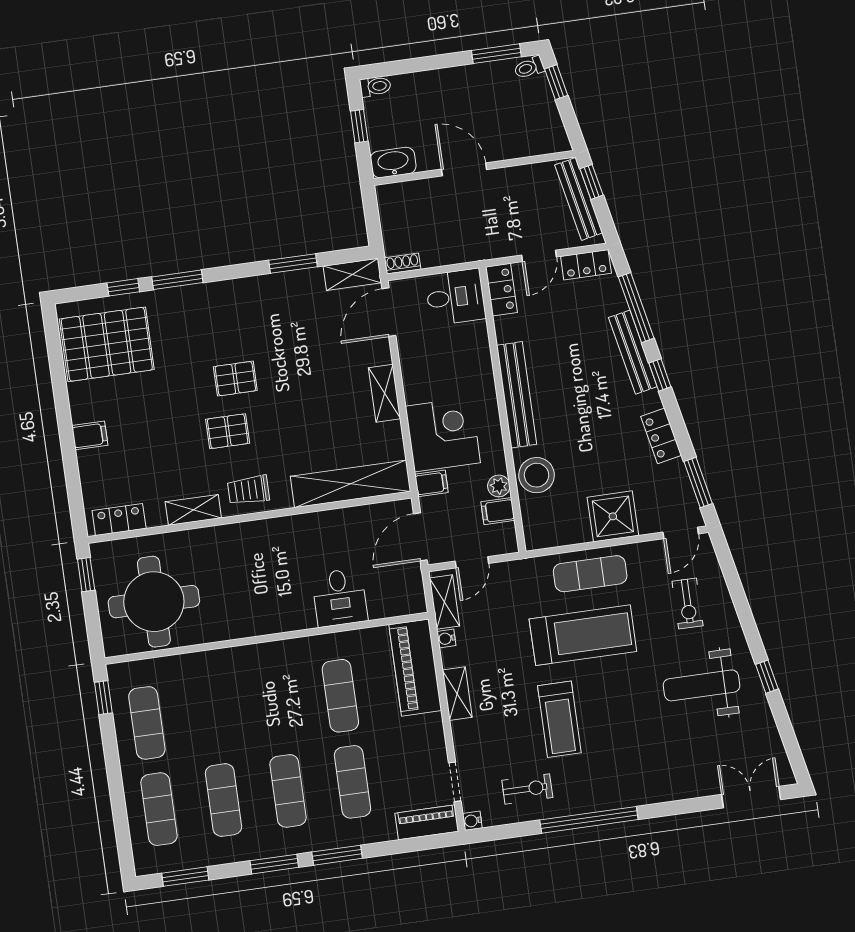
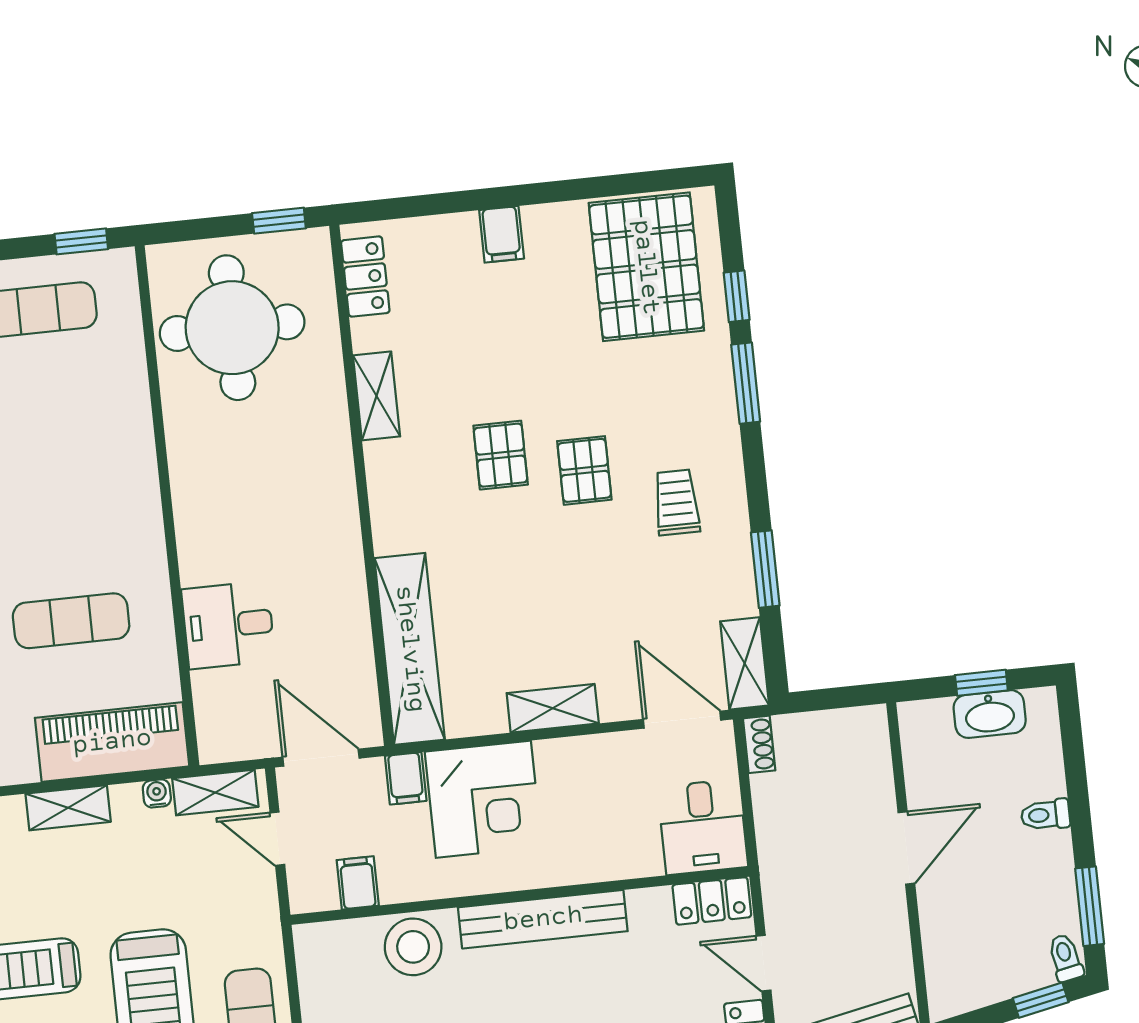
toilet: (375, 87) -> (1045, 815), moved, turned 90
washbasin: (393, 163) -> (990, 714), moved, turned 90
plant: (499, 486) -> (398, 886), removed
trolley: (248, 490) -> (677, 502), moved

